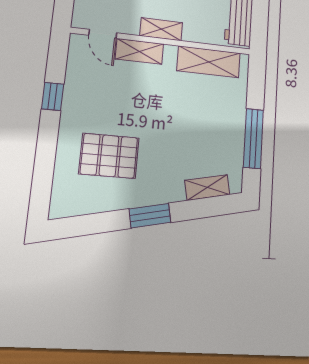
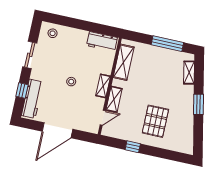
pallet: (109, 156) -> (155, 121), moved

